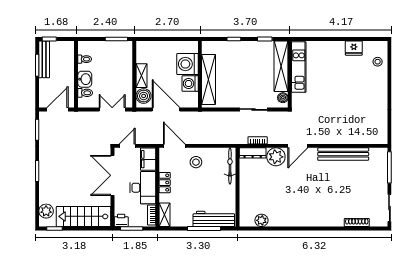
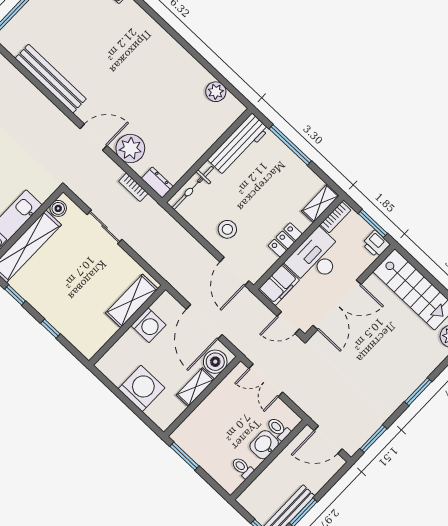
washing machine: (188, 64) -> (142, 388), moved, turned -90
shelving: (209, 79) -> (132, 301), width x0.68
dresser: (253, 153) -> (157, 183), width x0.70
workbench: (214, 219) -> (238, 145), moved, turned -90

